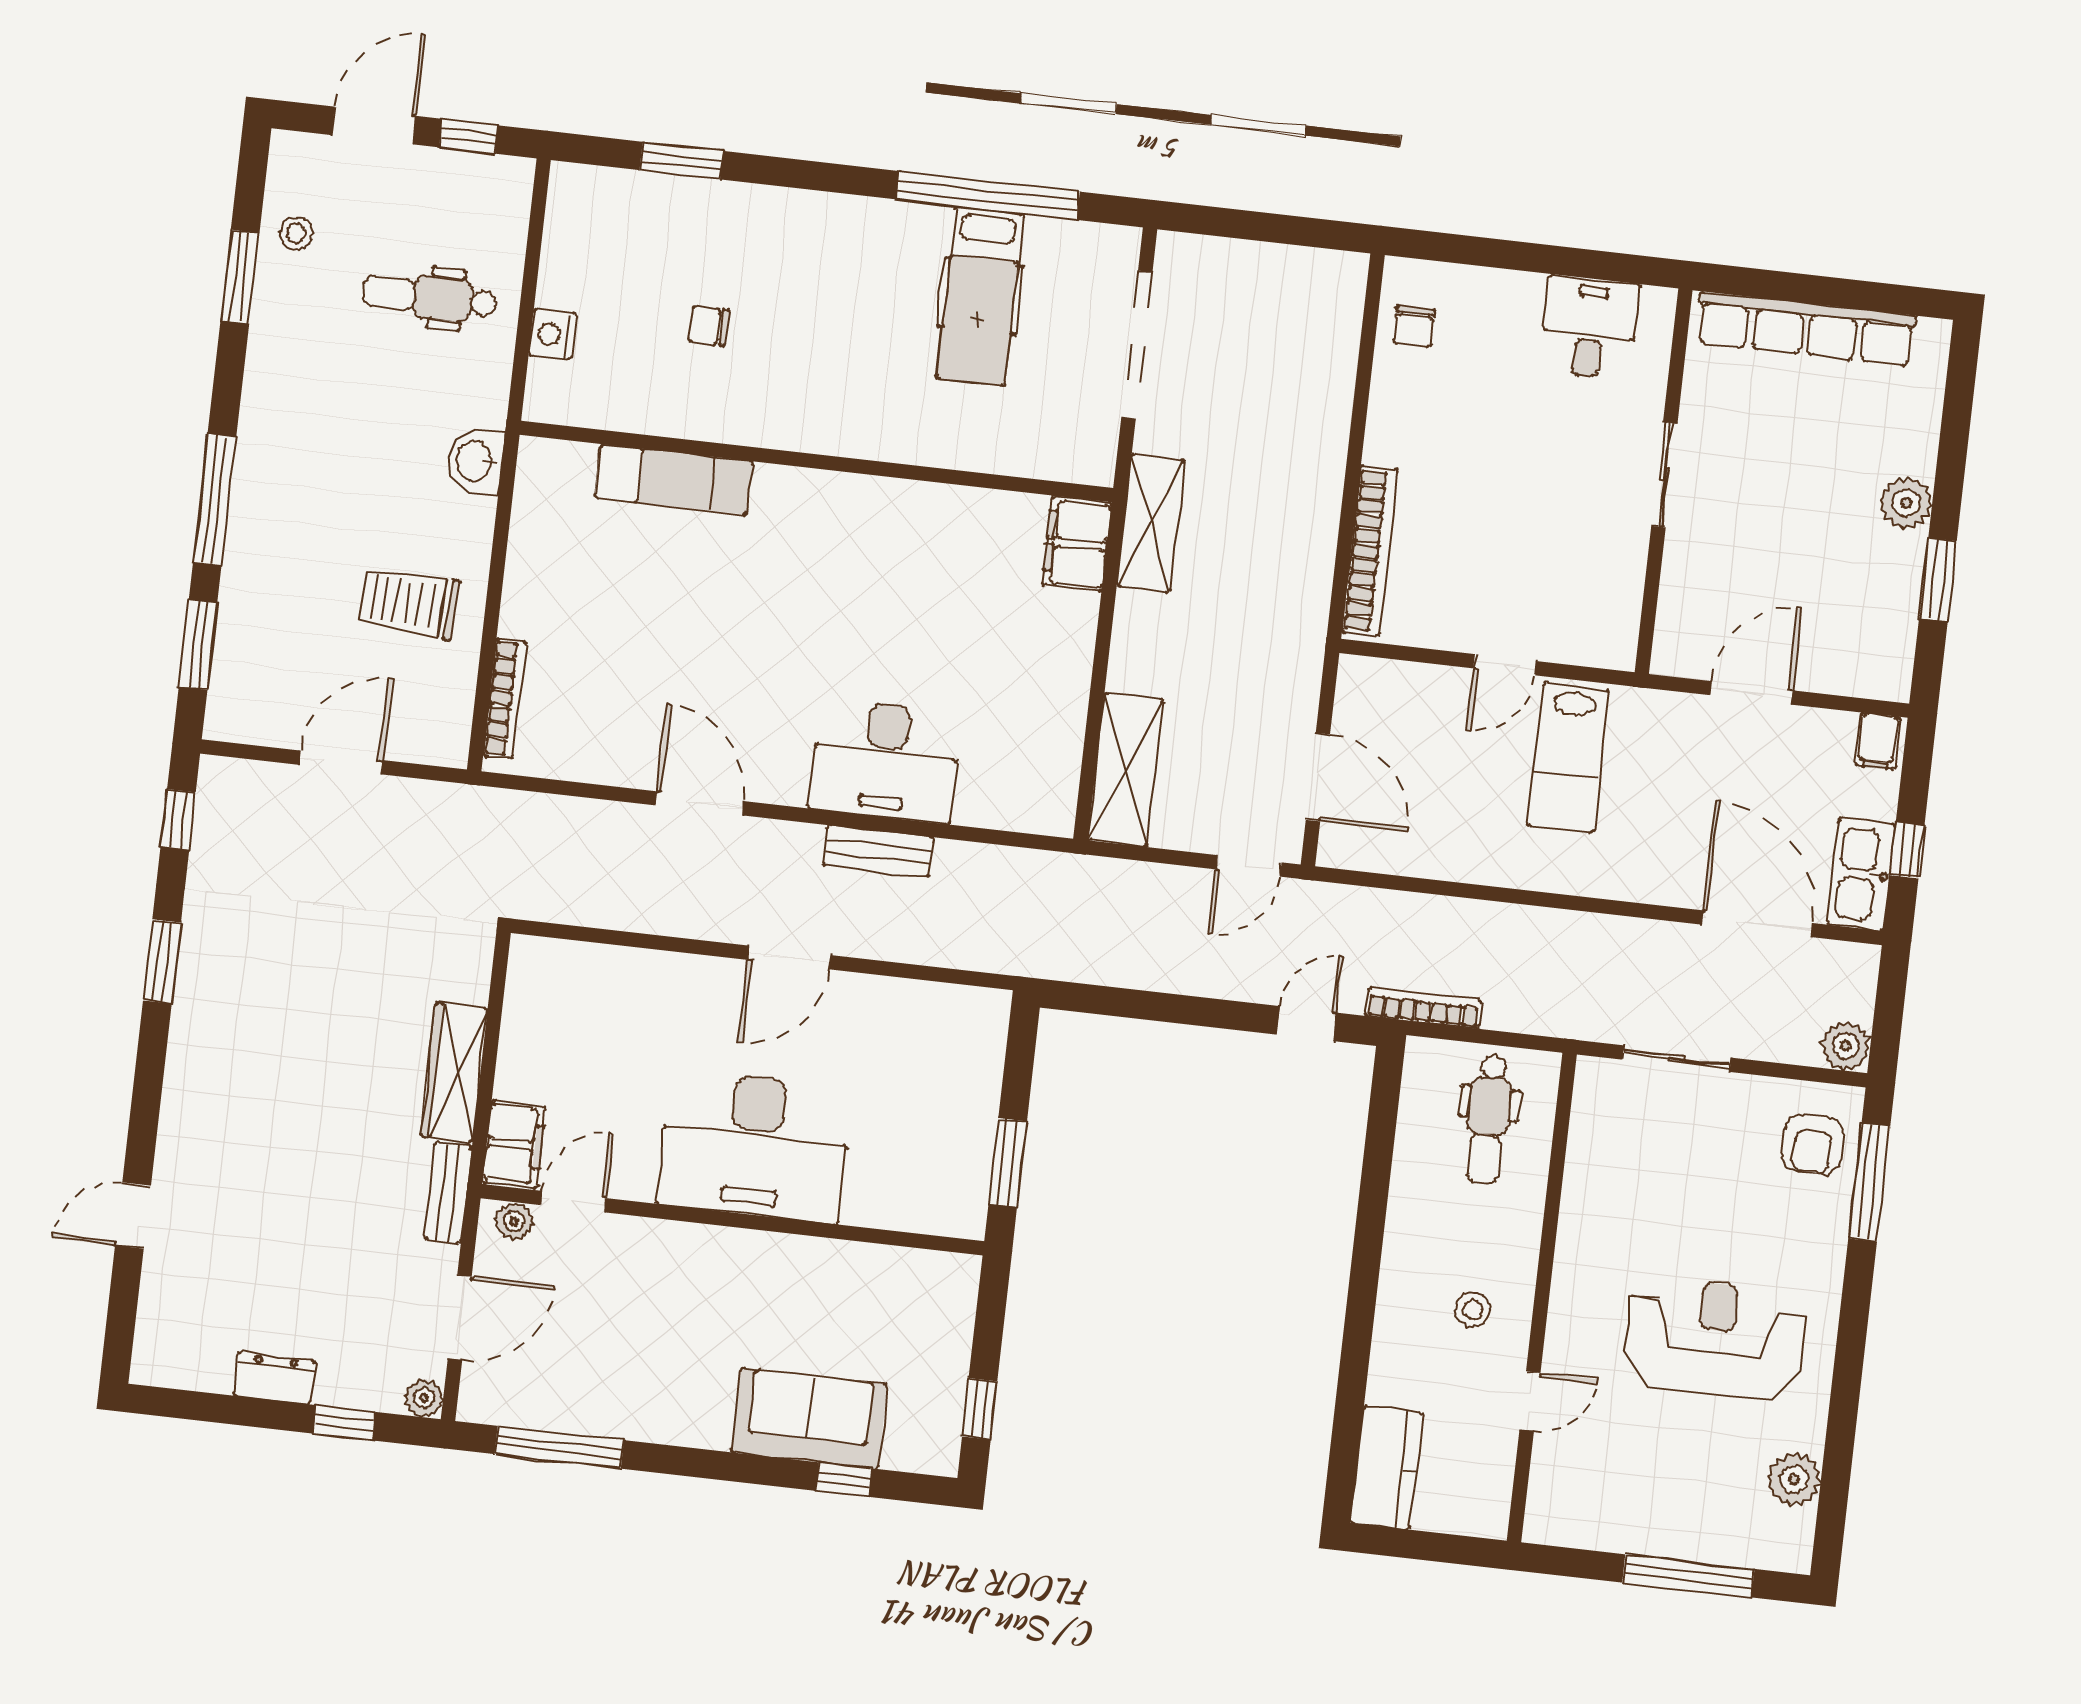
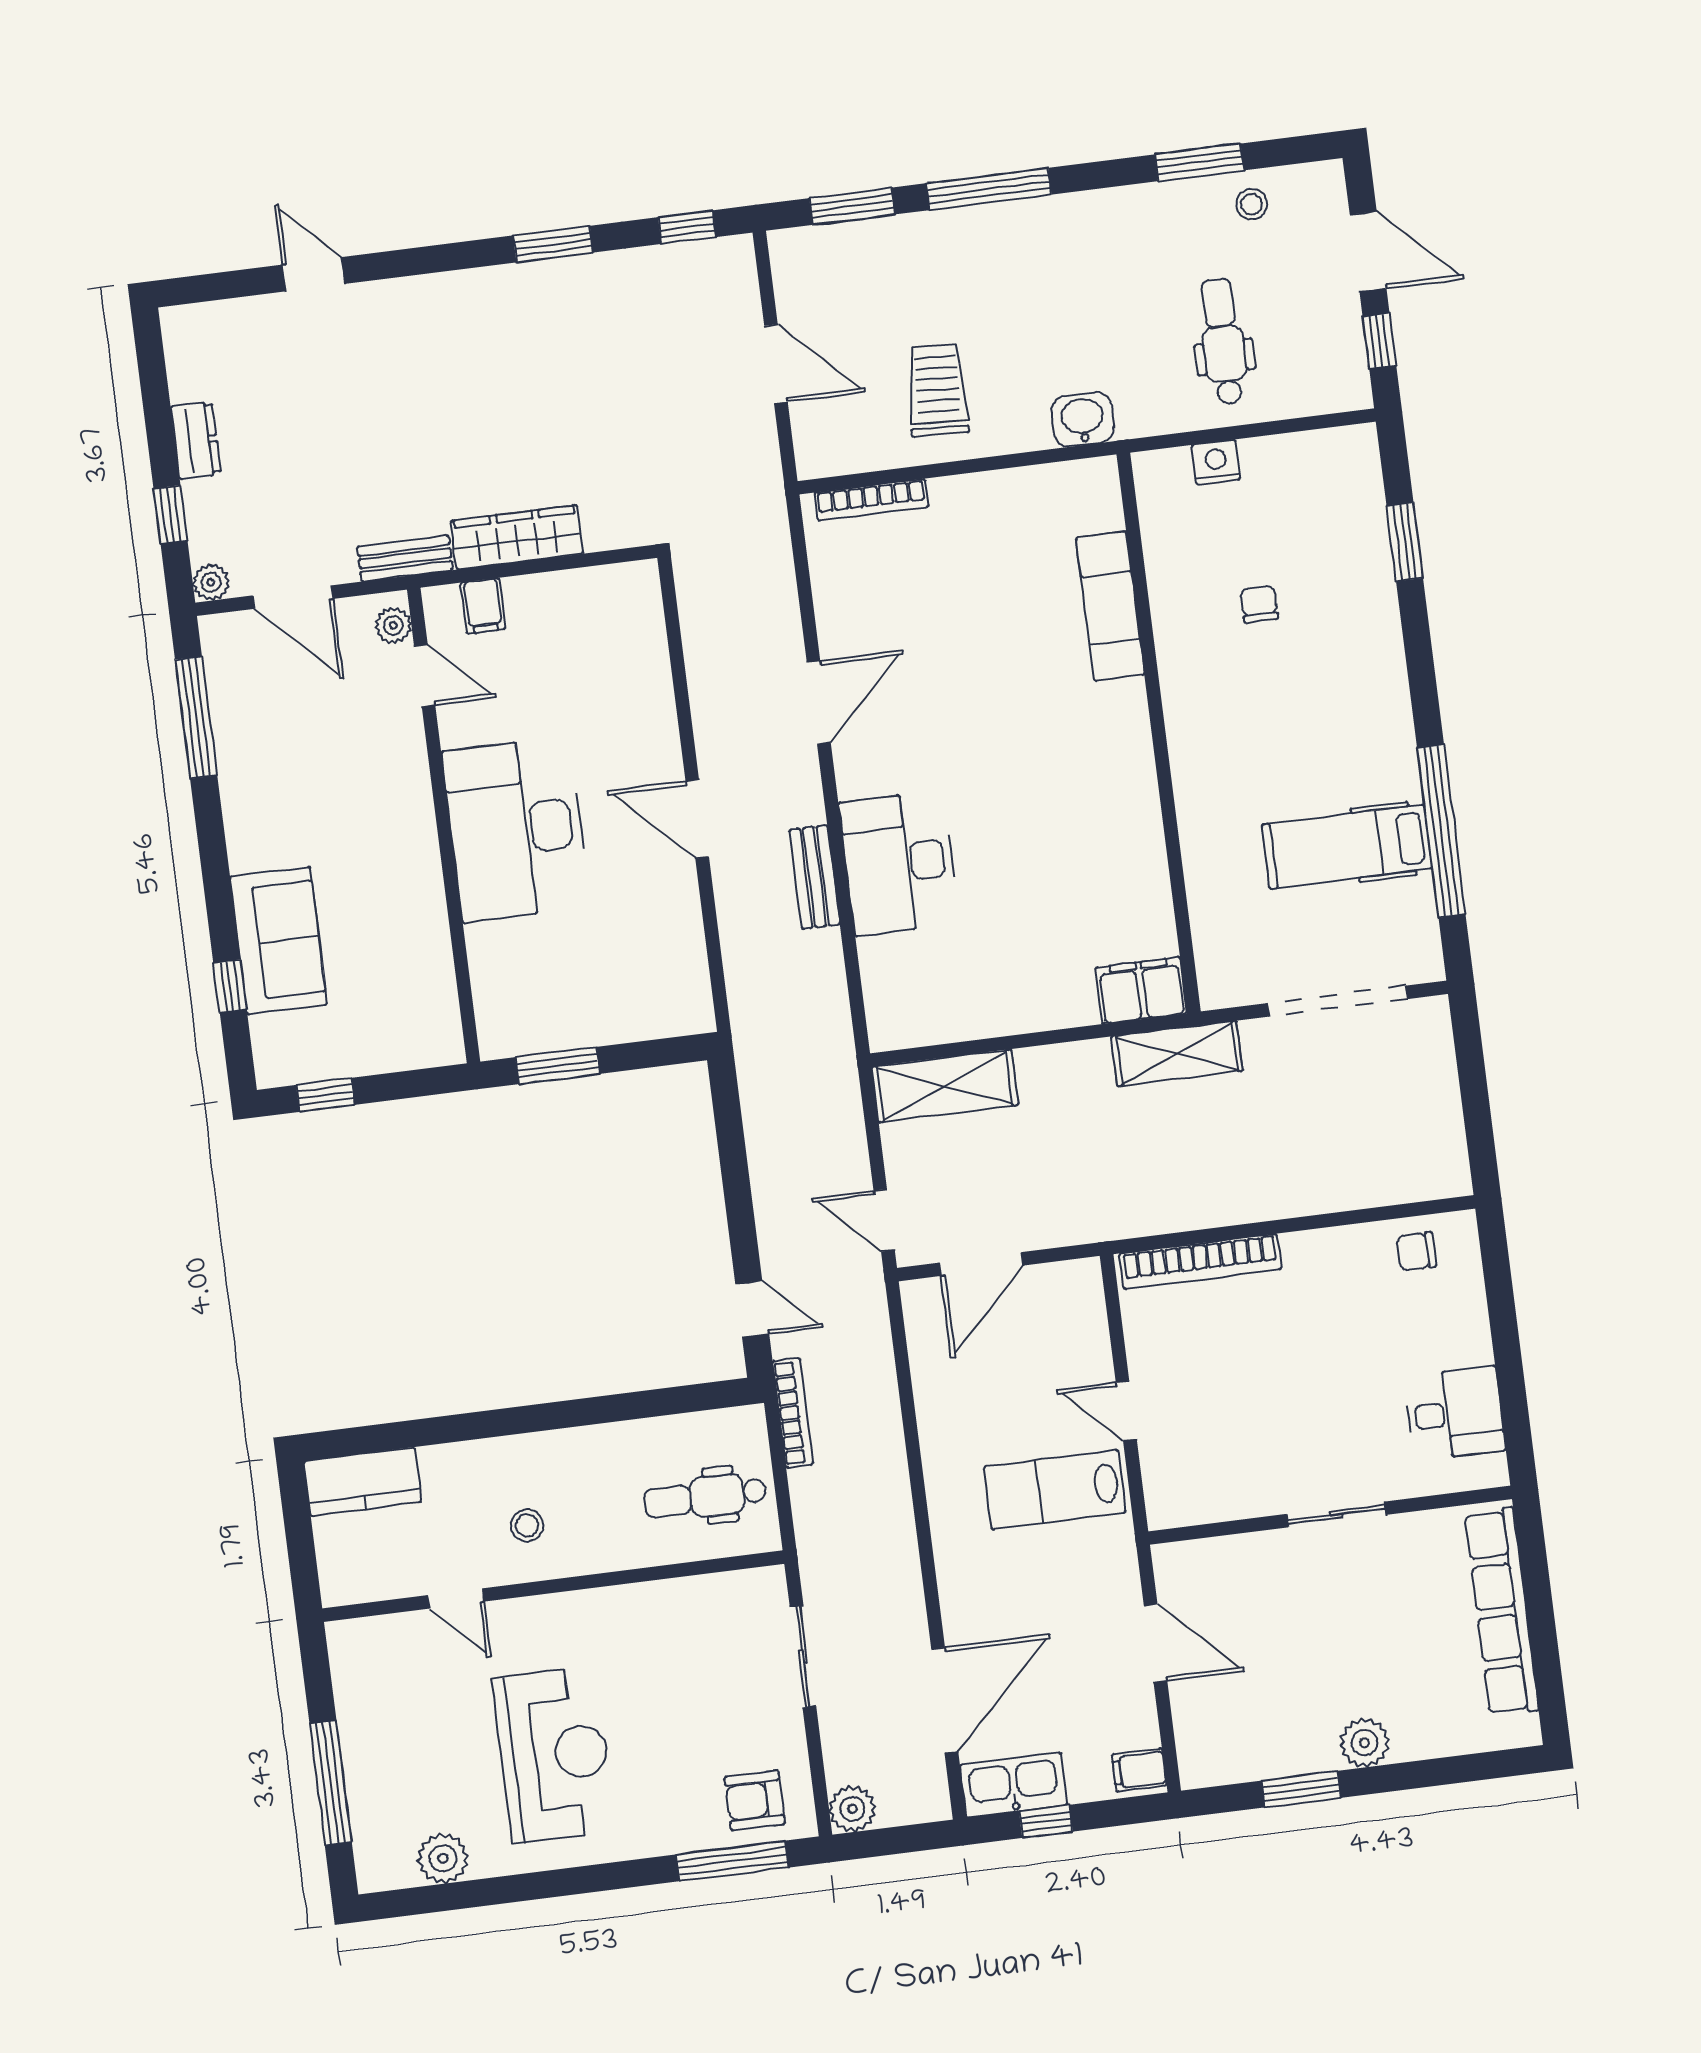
filing cabinet: (514, 1145) -> (483, 606), width x0.50

